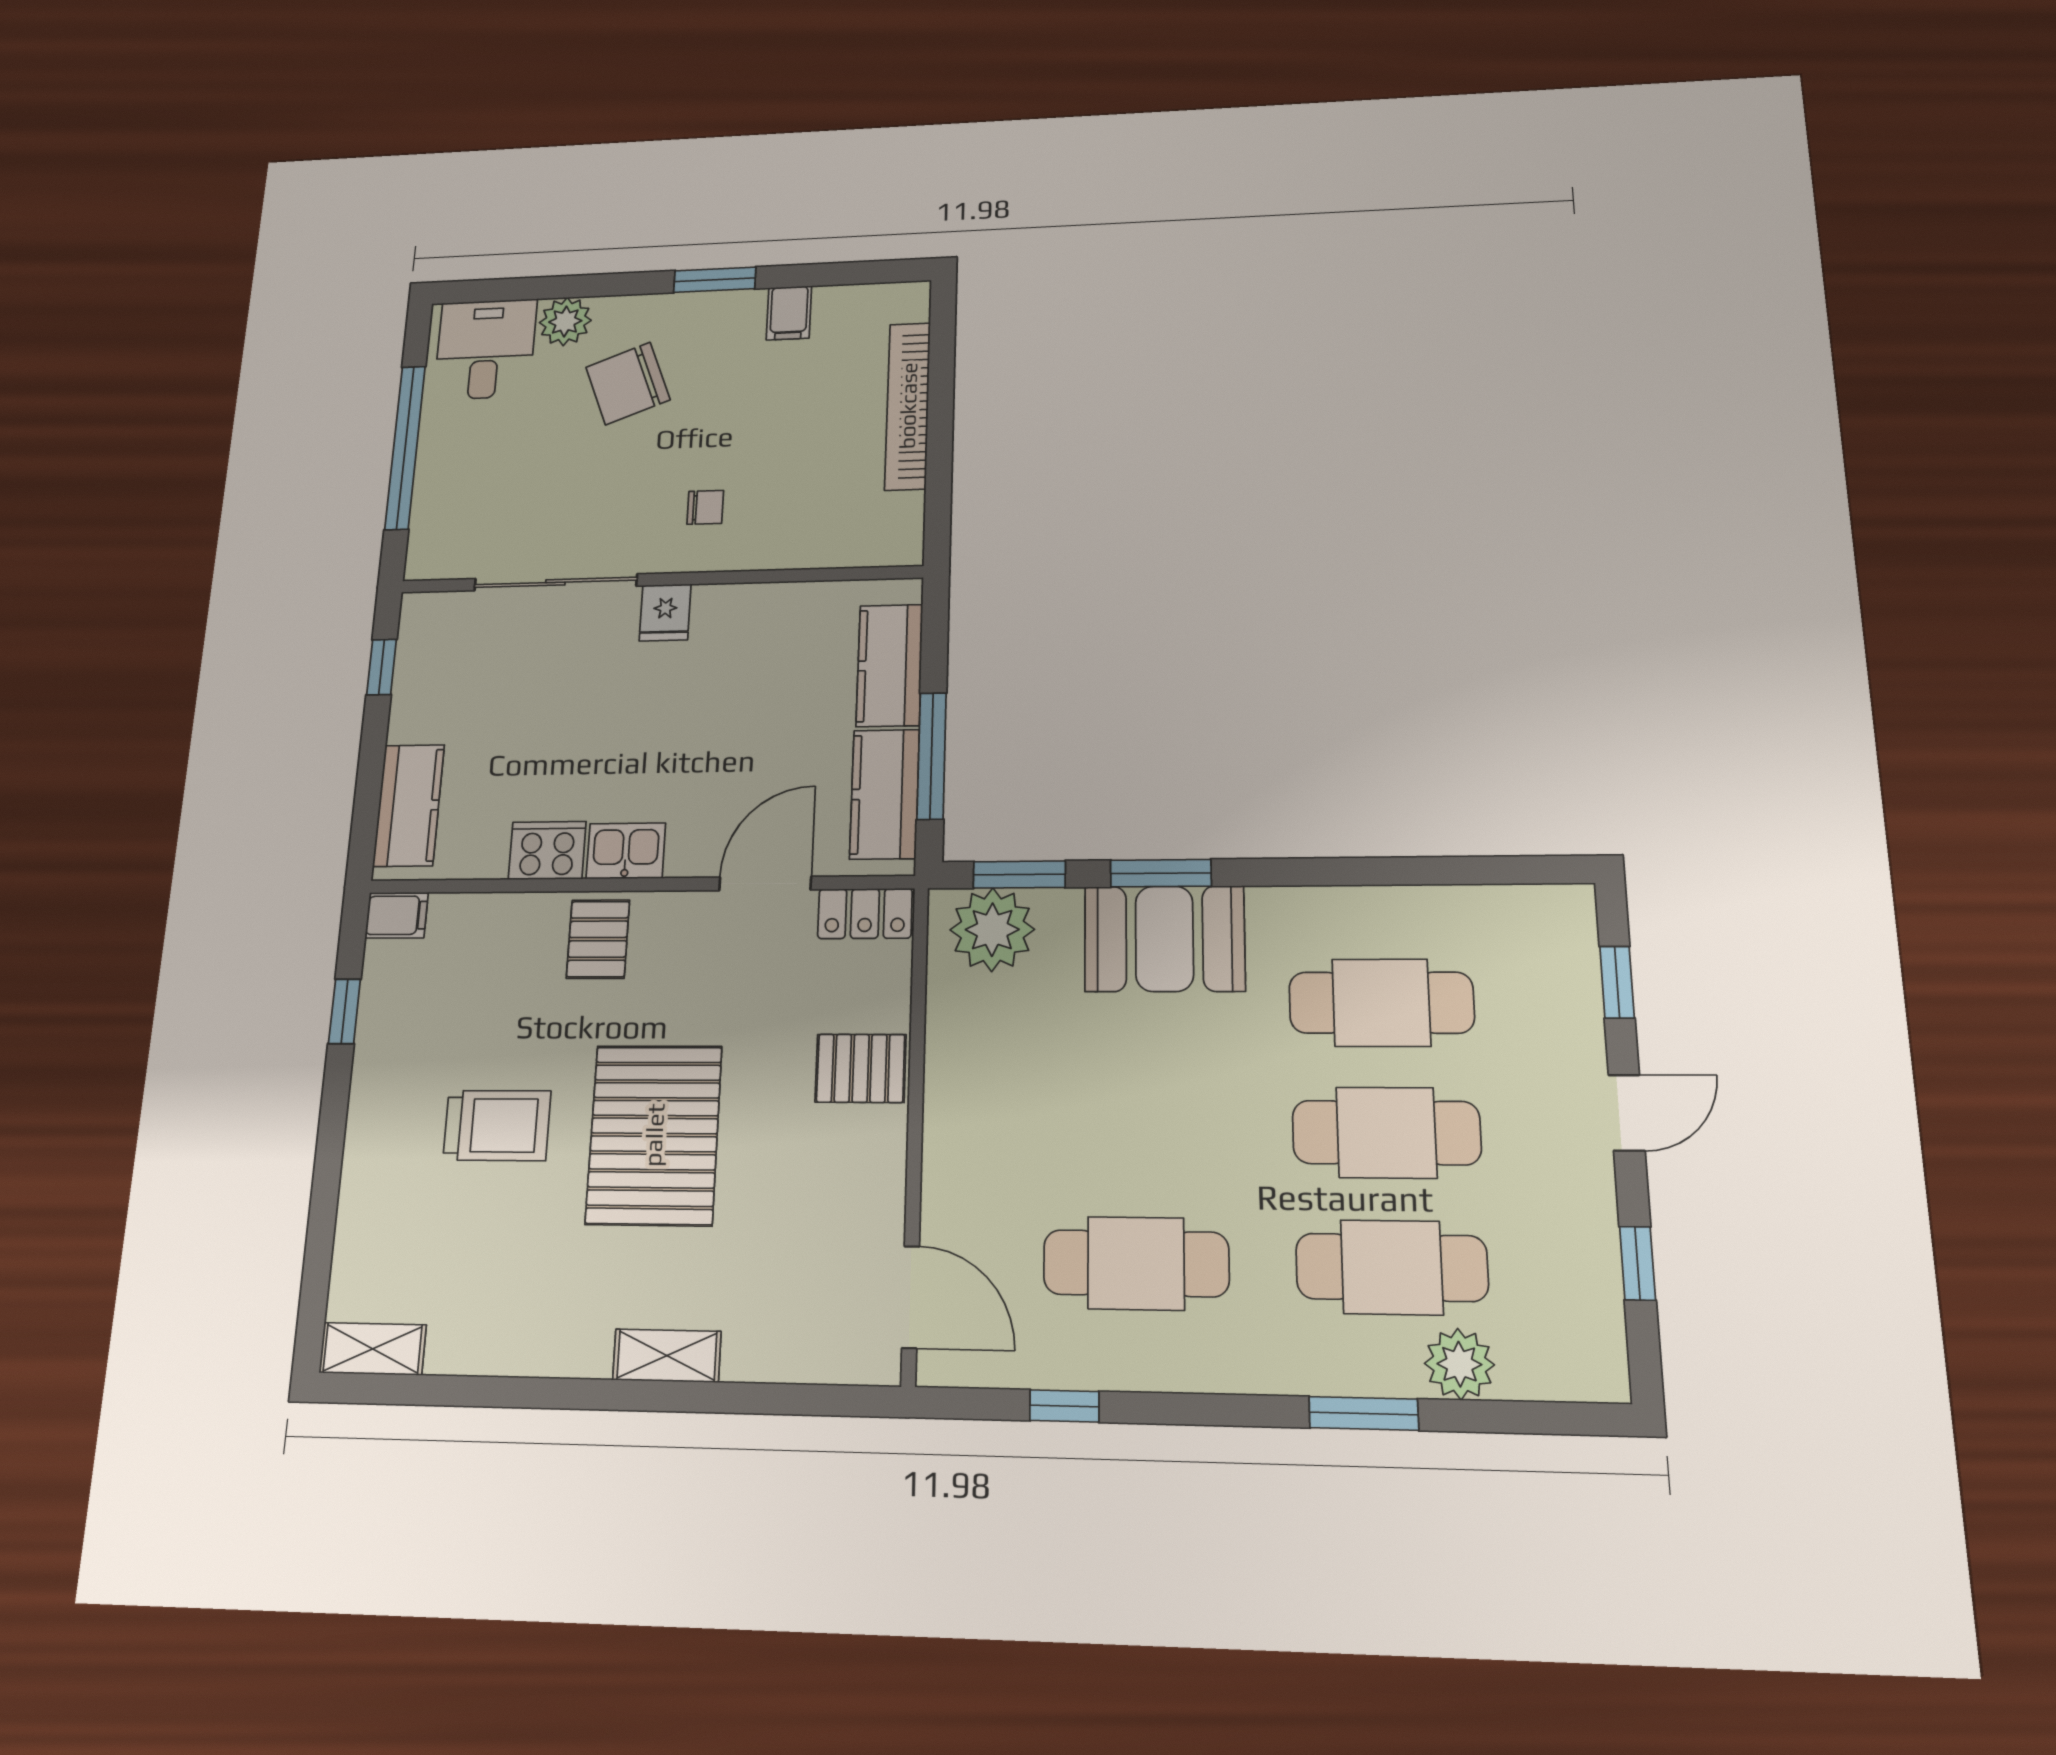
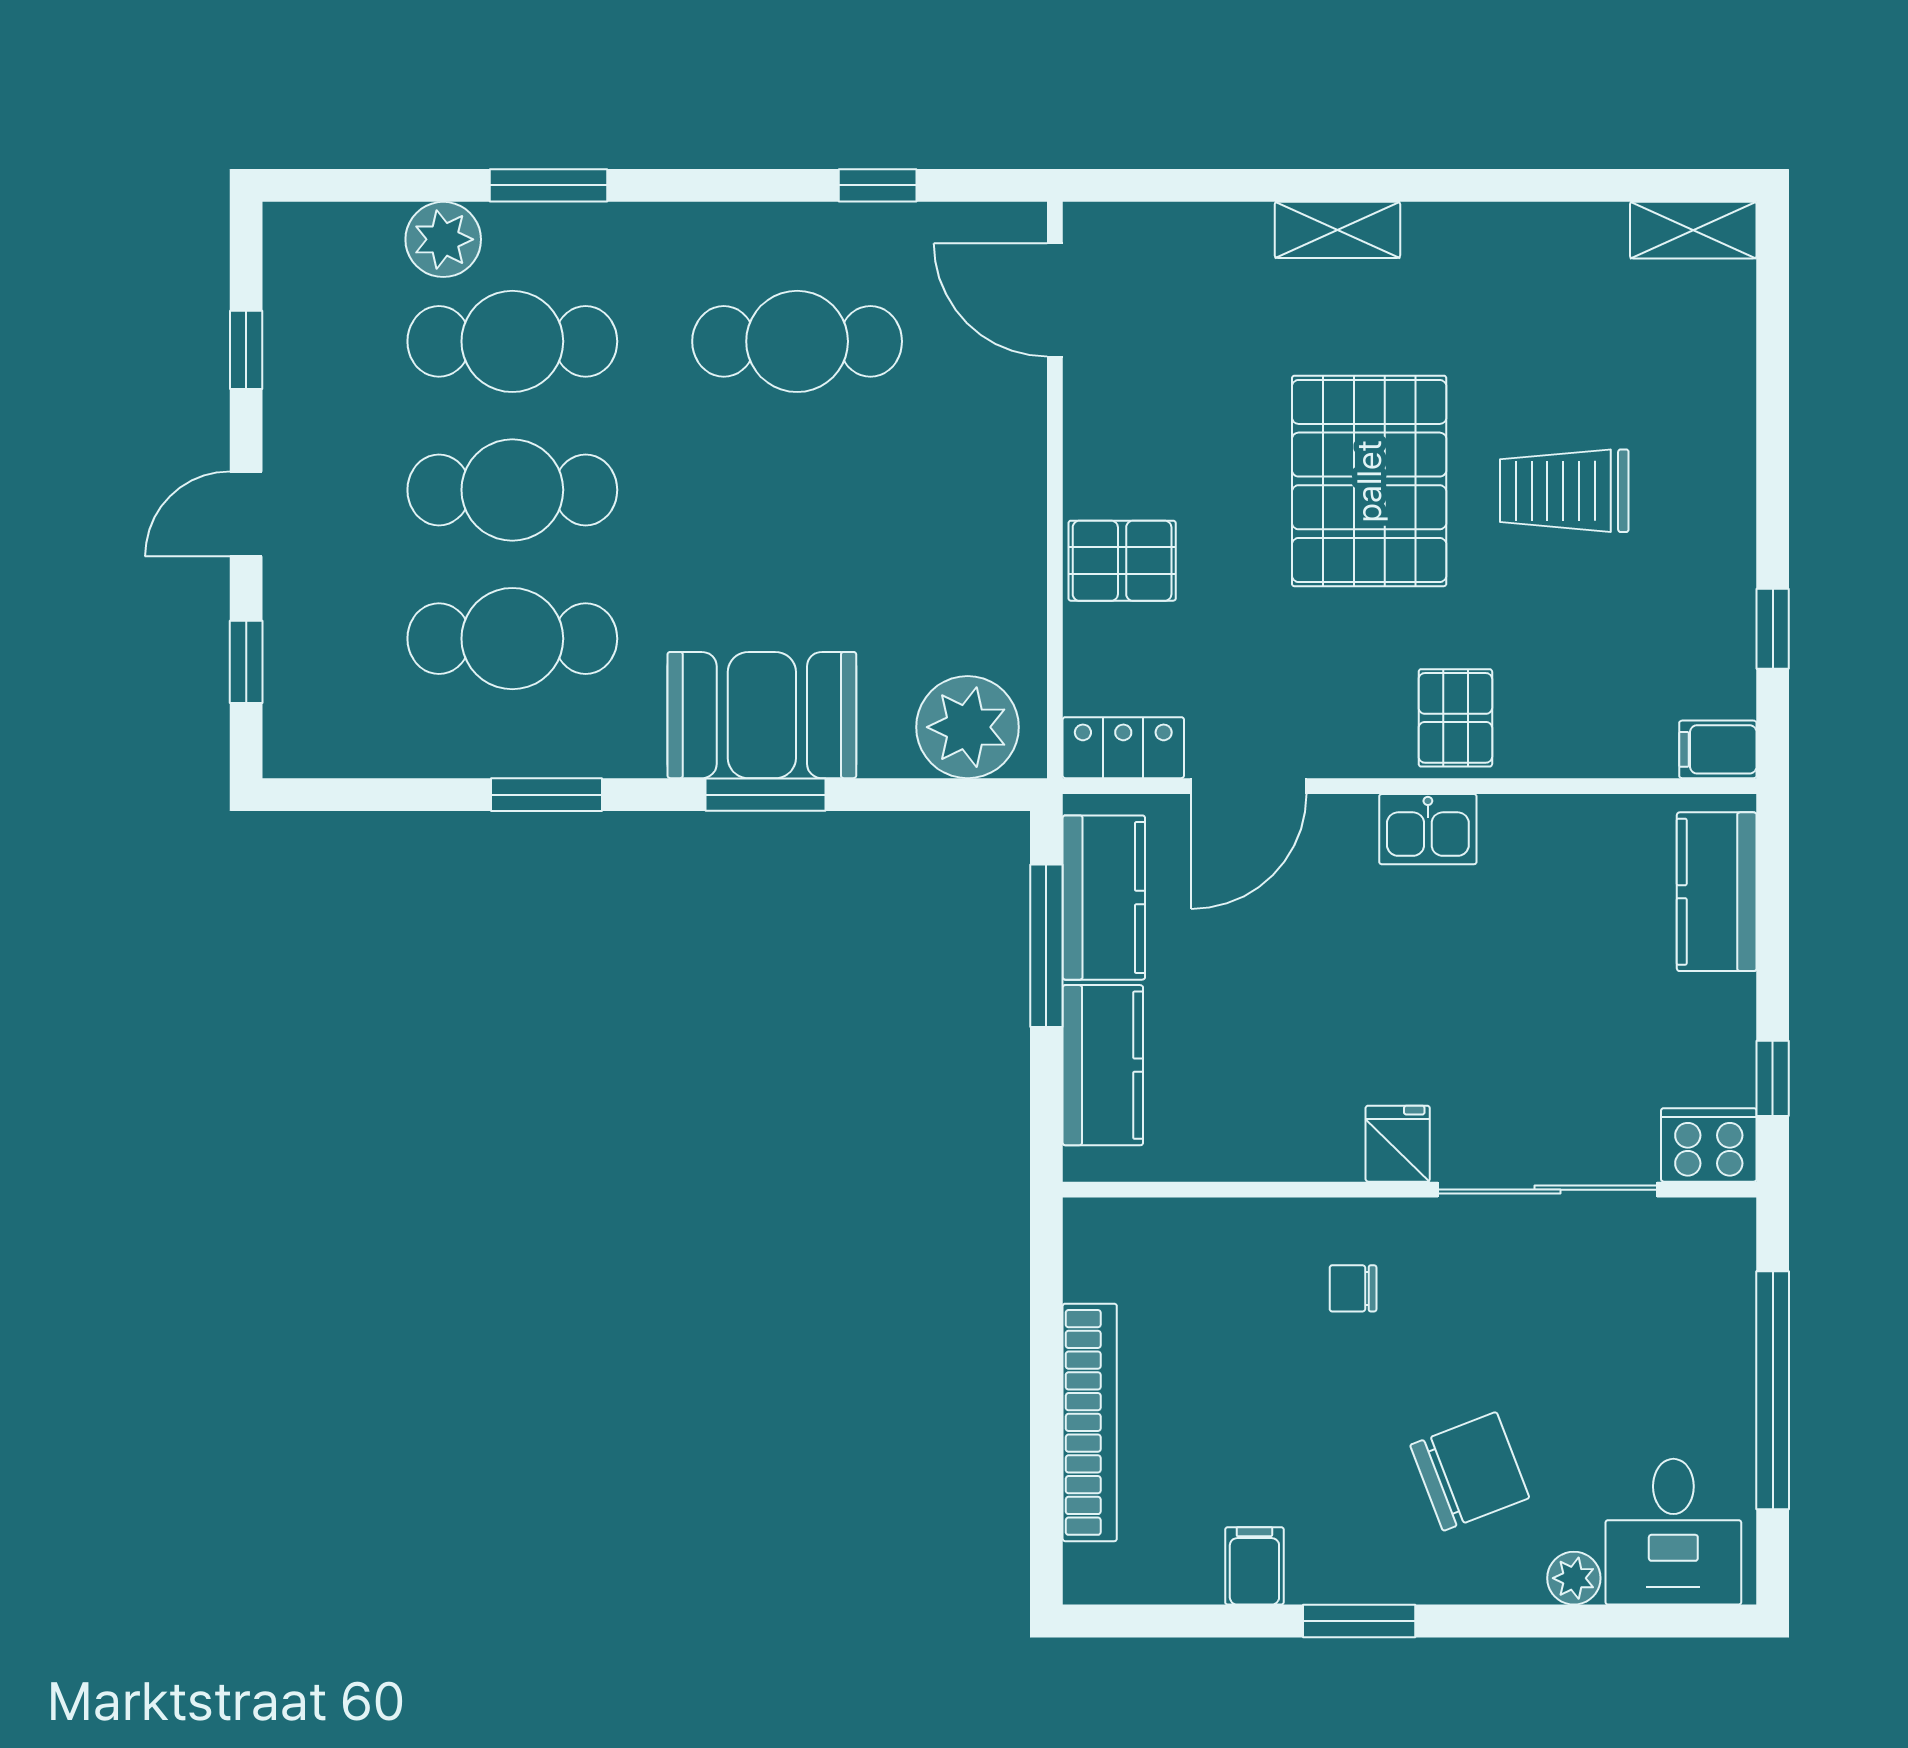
plant: (565, 321) -> (1574, 1578), width x0.73, depth x0.73
cooker: (547, 850) -> (1709, 1145), moved, turned 180
window: (1019, 874) -> (546, 795), moved

